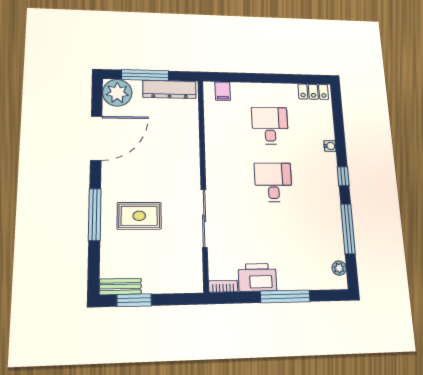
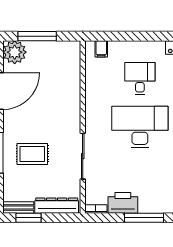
dresser: (170, 89) -> (57, 206), moved, turned 180
desk: (273, 182) -> (140, 127), width x1.87, depth x1.30

